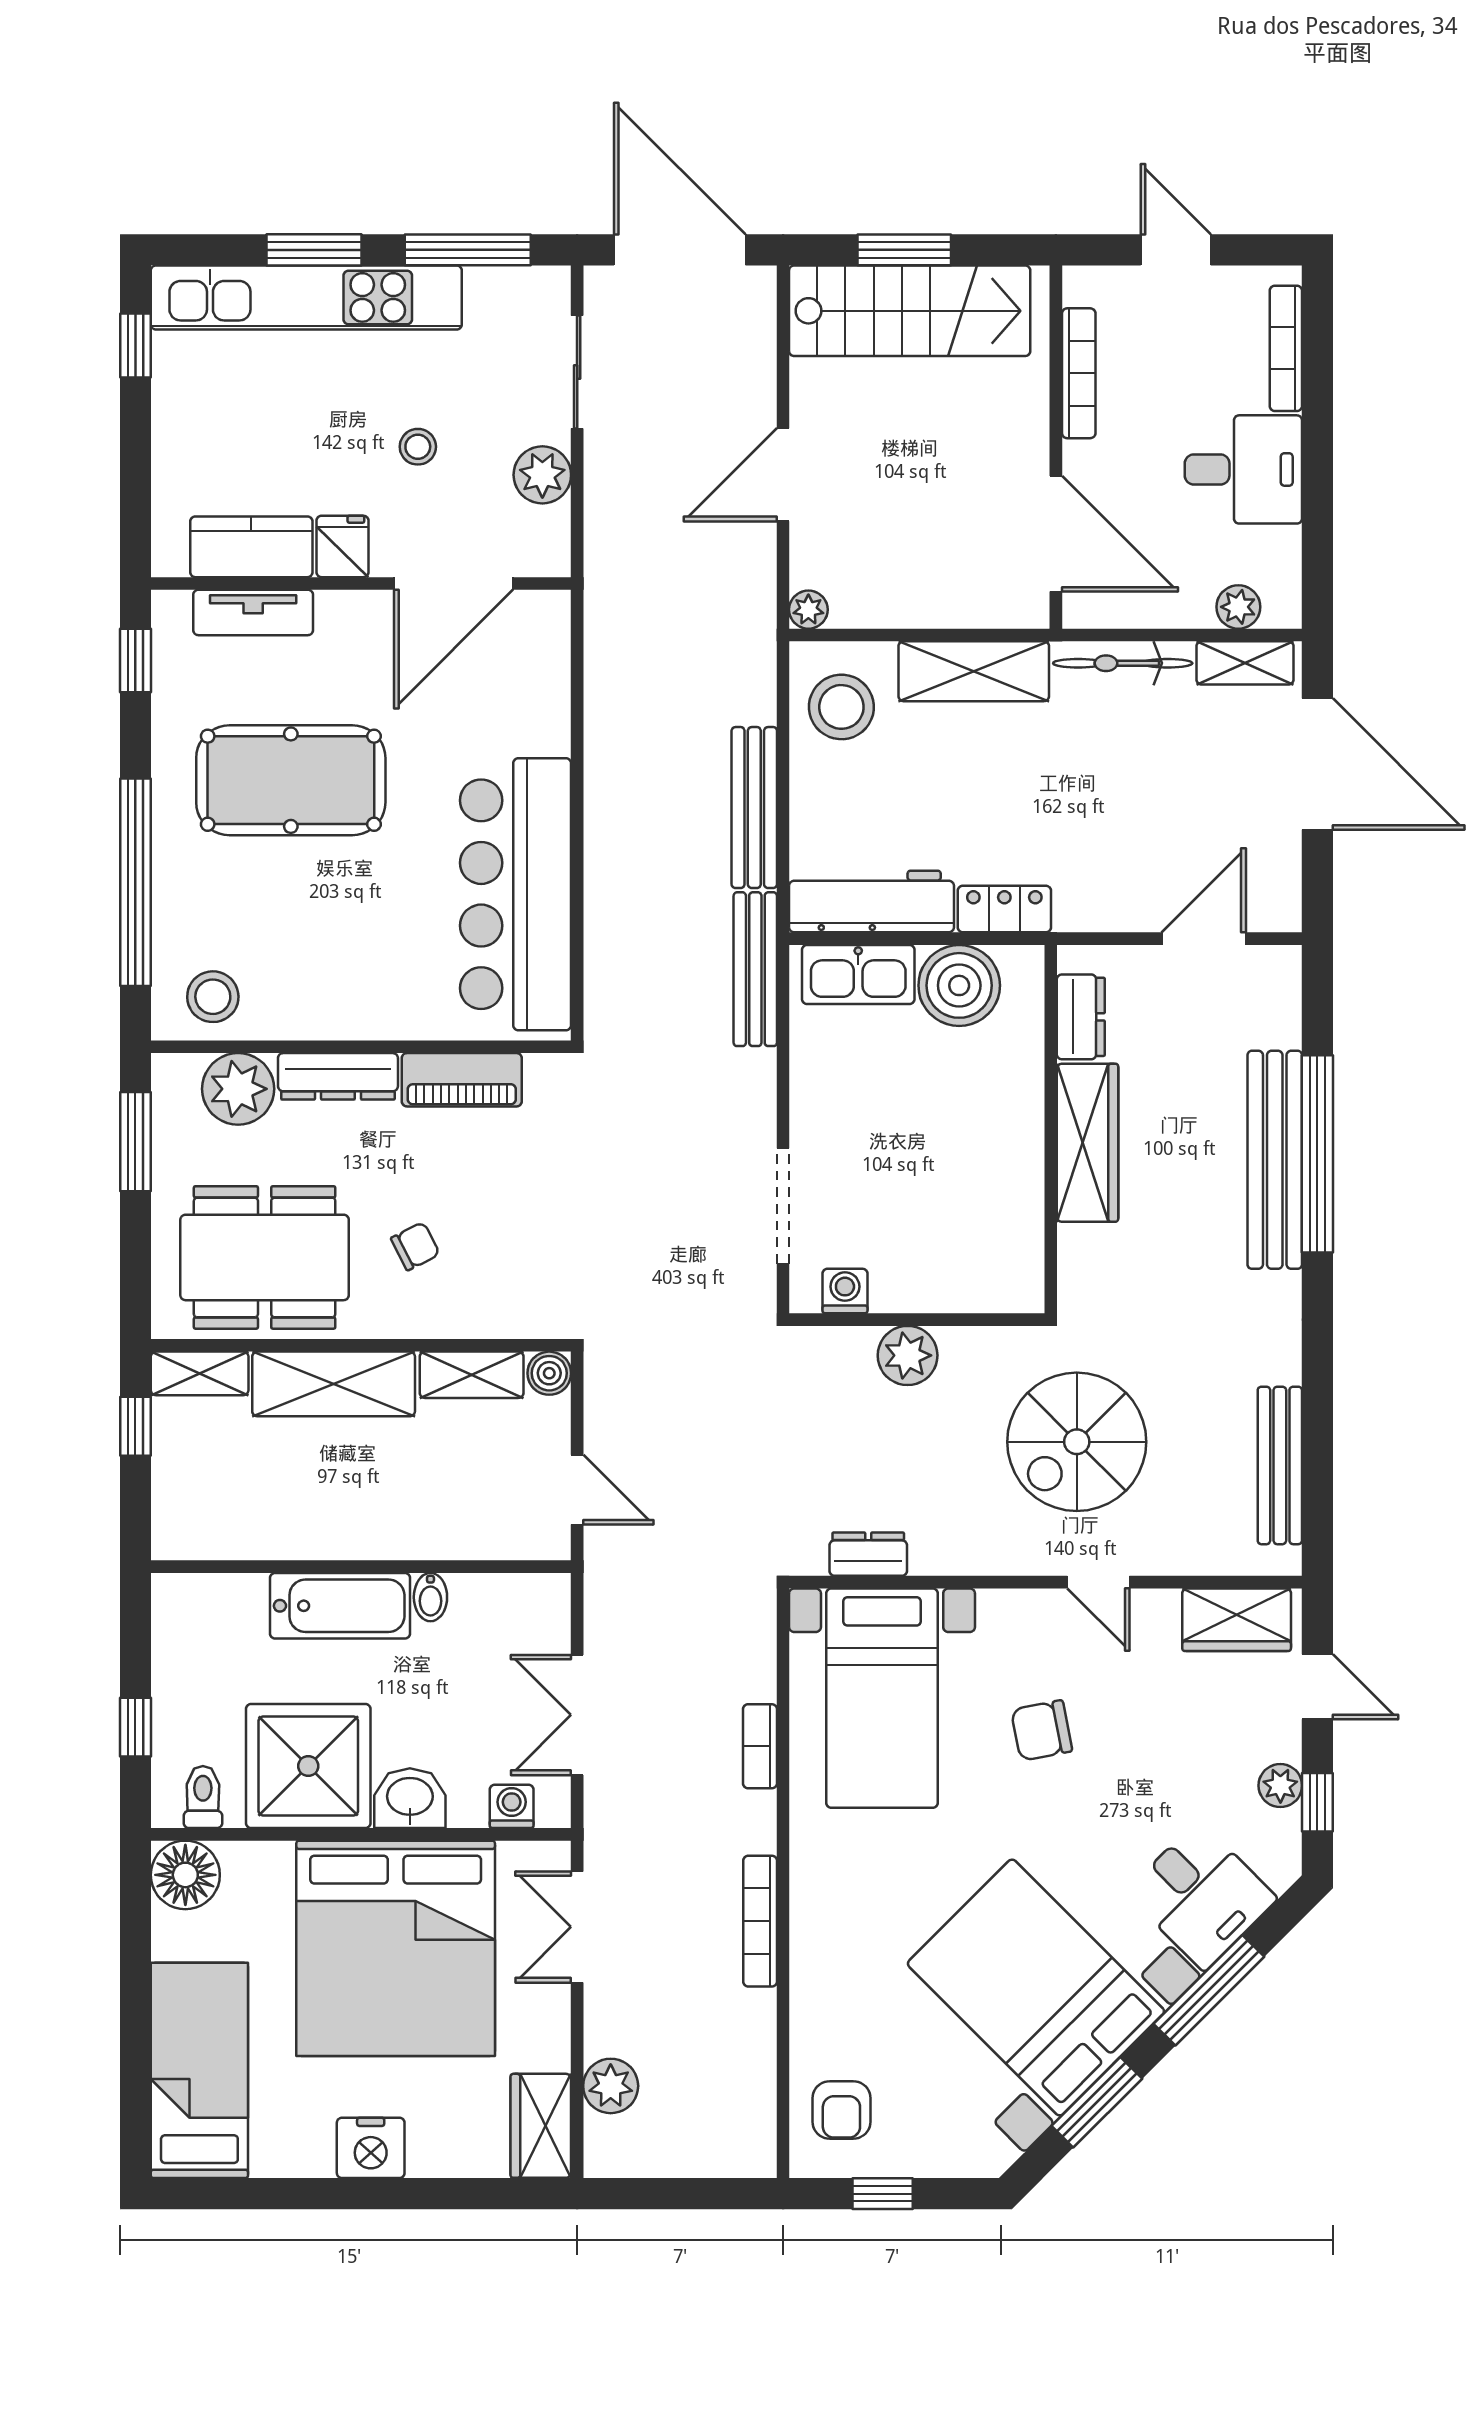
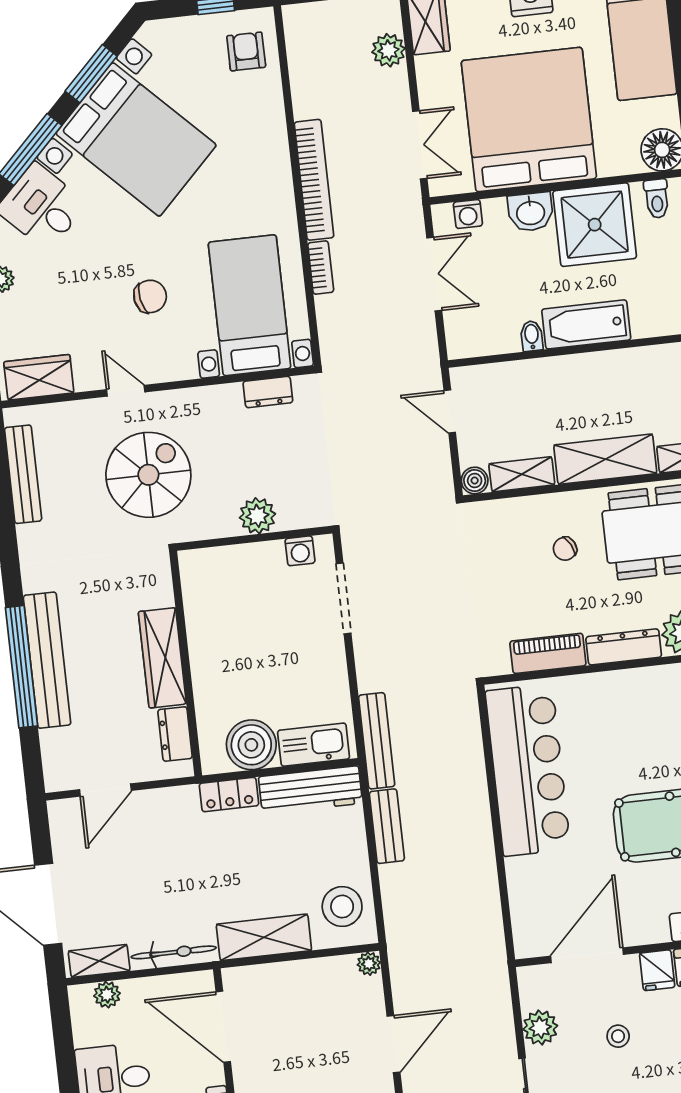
bench: (754, 808) -> (387, 826), width x0.73
bookcase: (760, 1921) -> (314, 180), width x1.48, depth x1.31

